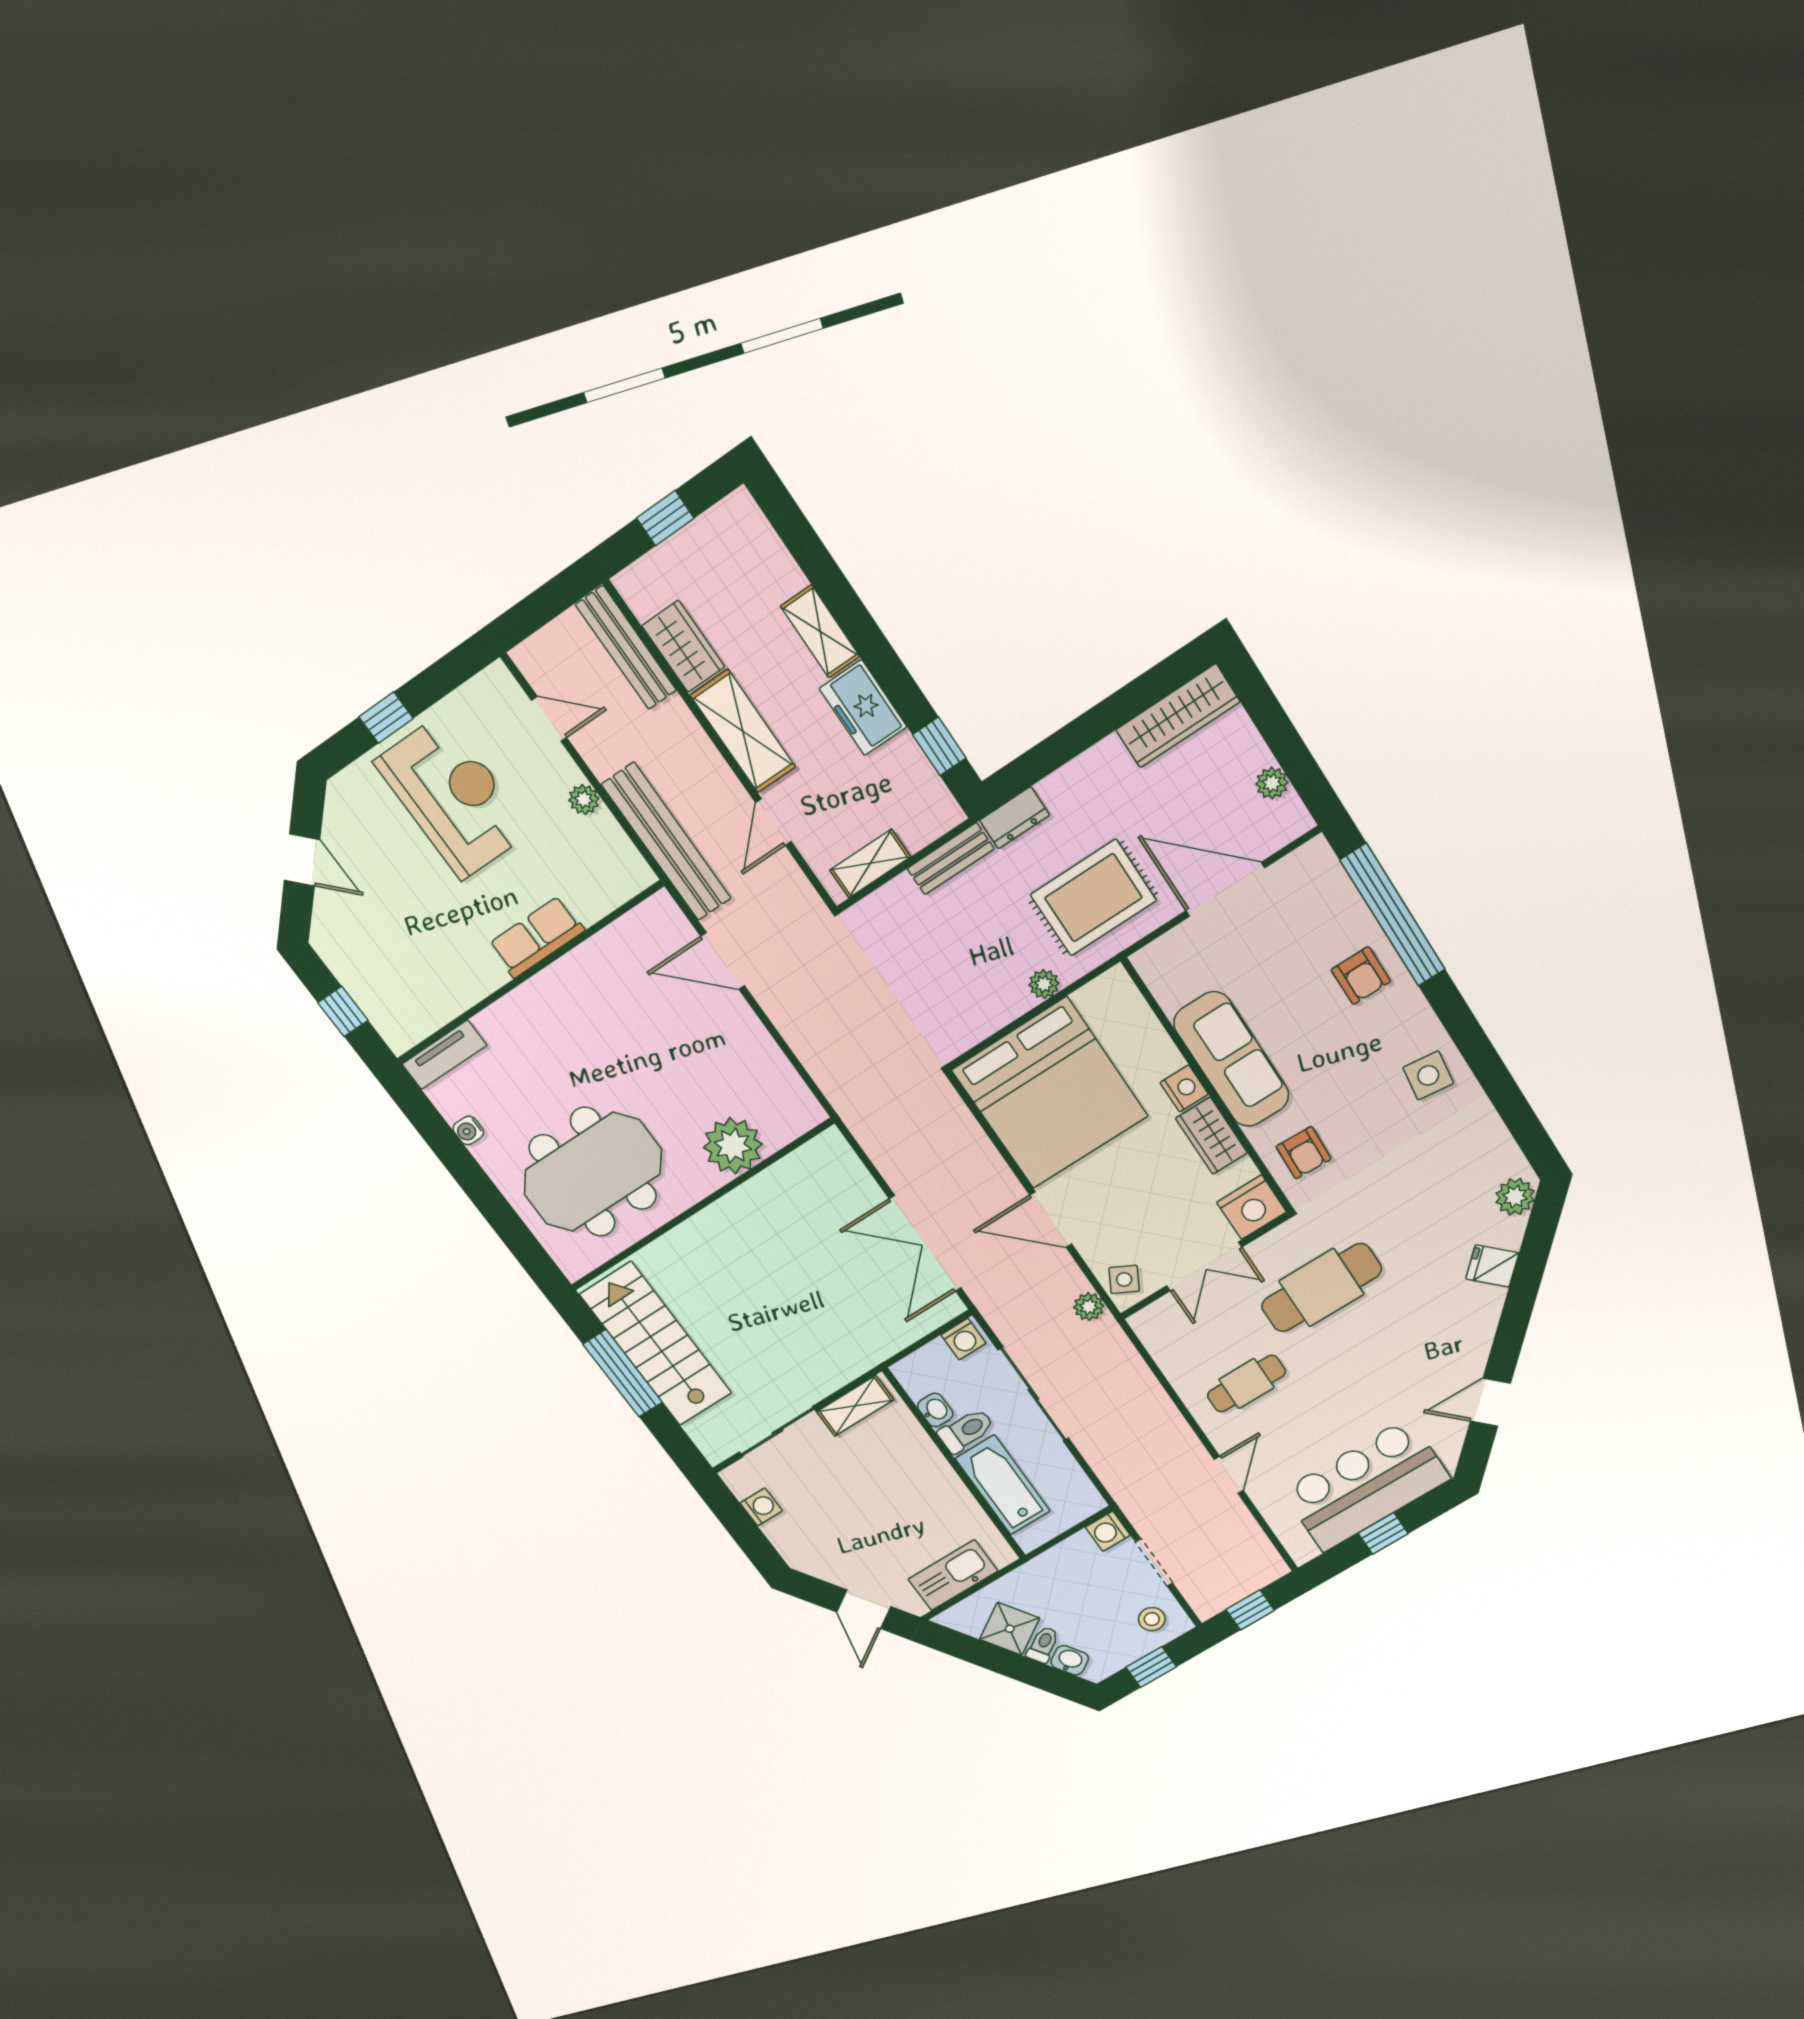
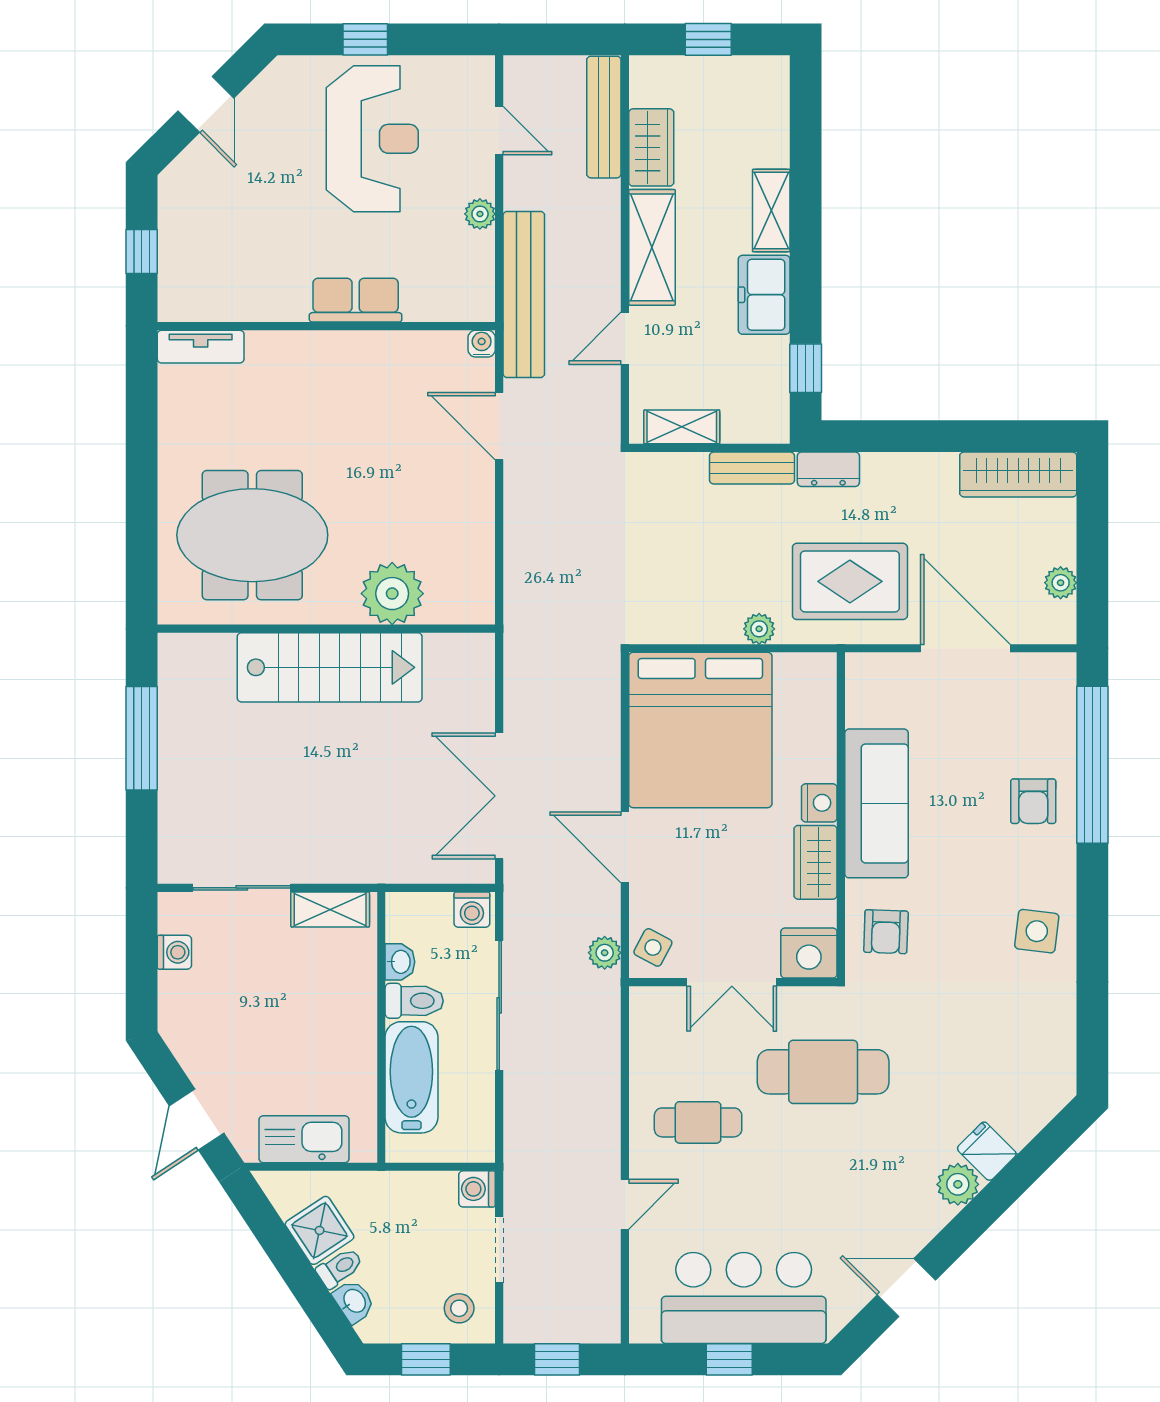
water cooler: (468, 1130) -> (482, 344), moved, turned 90
plant: (1515, 1197) -> (958, 1184), moved
stairs: (656, 1344) -> (330, 667), moved, turned 90

